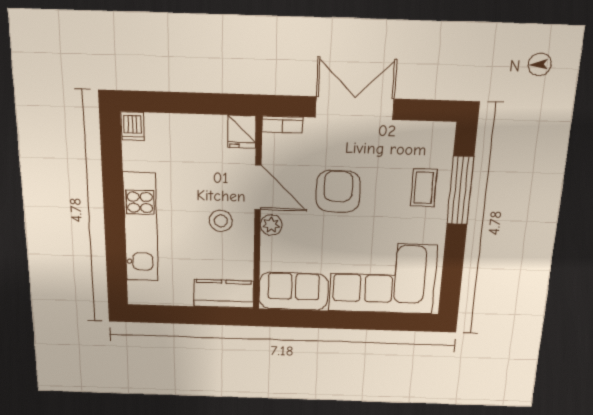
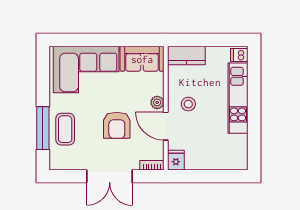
dishwasher: (133, 126) -> (239, 55), moved, turned -90
coffee table: (424, 188) -> (65, 129), width x1.36, depth x1.30

